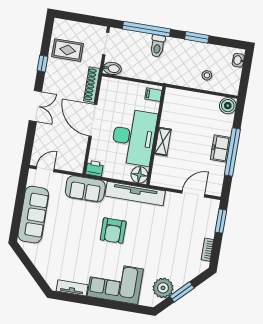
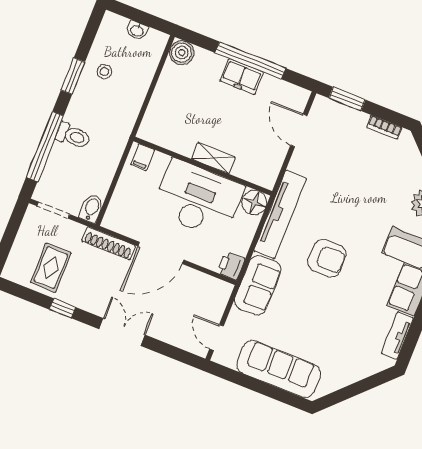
washbasin: (238, 60) -> (137, 30), moved
stool: (207, 75) -> (104, 72), moved

